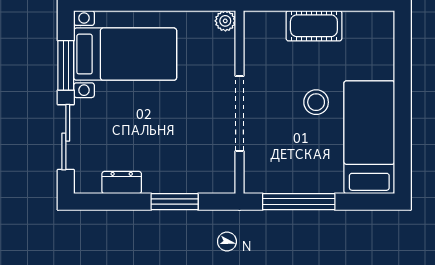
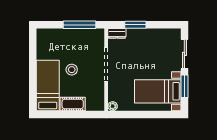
bed: (369, 137) -> (48, 85), moved, turned 180
dresser: (122, 183) -> (117, 33), moved

